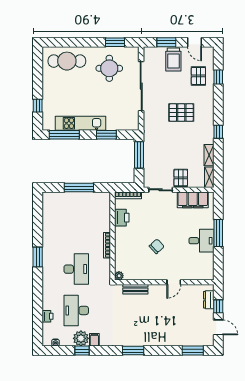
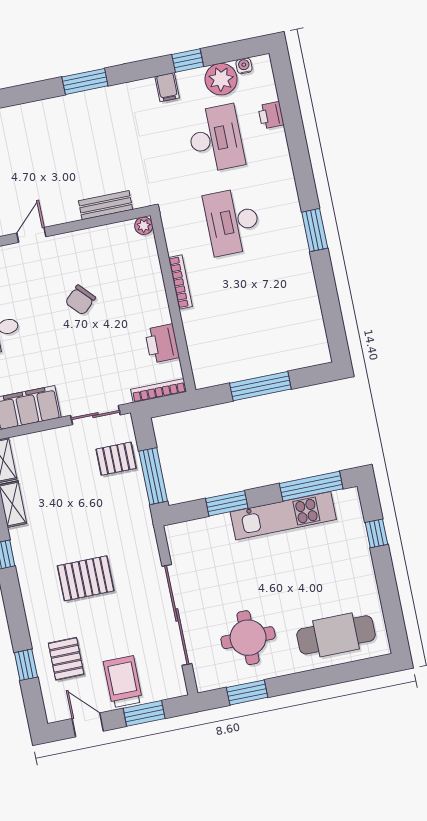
pallet: (181, 178) -> (116, 459), moved, turned 90
plant: (81, 338) -> (221, 79), moved

